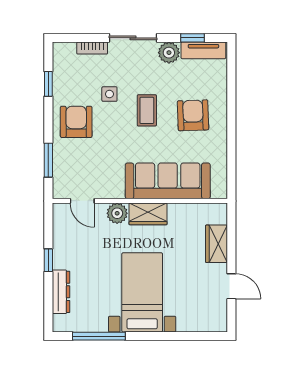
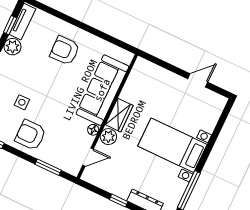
coffee table: (147, 110) -> (46, 81), removed
floor lamp: (117, 192) -> (93, 130), added
wardrobe: (216, 244) -> (163, 77), removed

